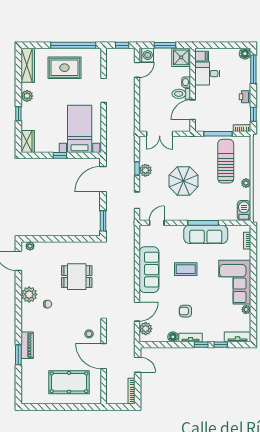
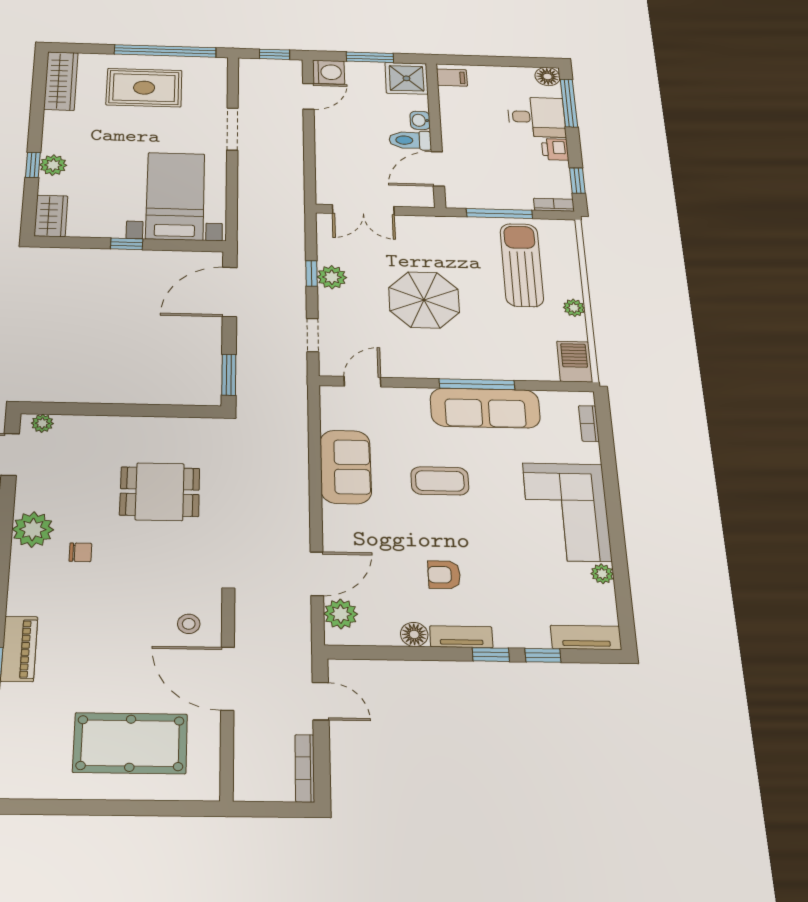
desk: (207, 74) -> (536, 117), moved, turned 180
plant: (27, 96) -> (53, 165), moved
sofa: (149, 270) -> (346, 467), width x0.73

